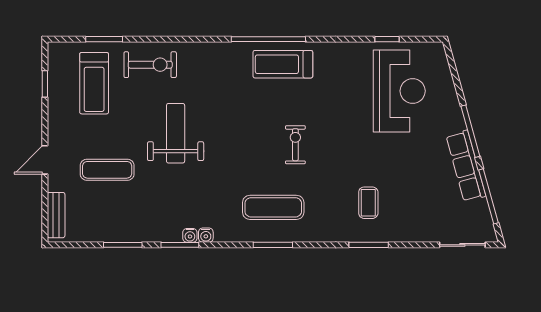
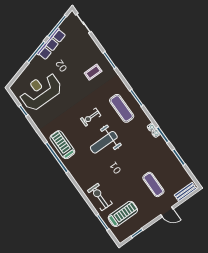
treadmill: (283, 64) -> (62, 145), turned 180
weight bench: (176, 133) -> (104, 142), moved

